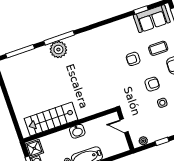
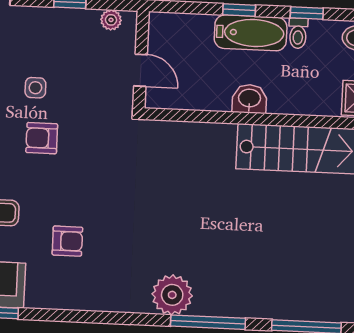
plant: (58, 50) -> (172, 295), moved
armchair: (133, 59) -> (67, 241), moved

